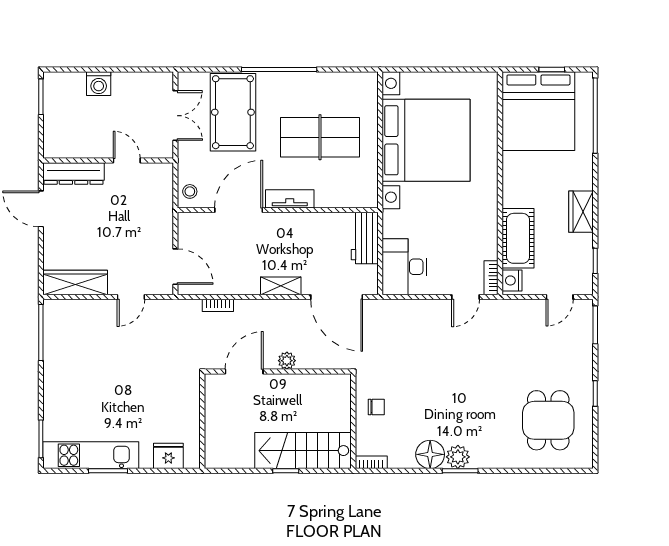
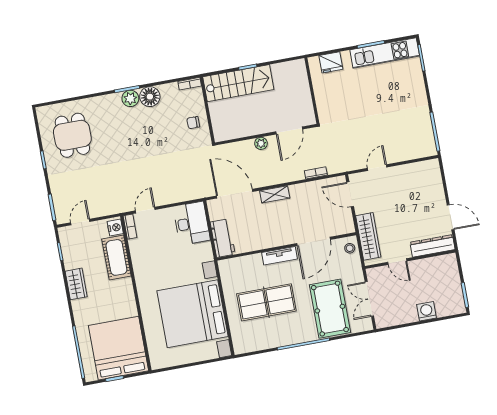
wardrobe: (75, 283) -> (368, 236), moved, turned -90

